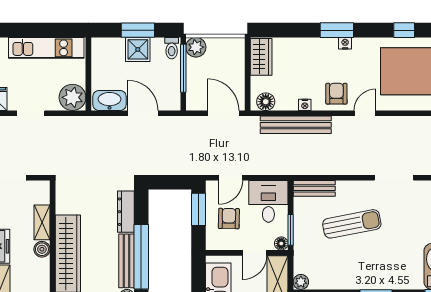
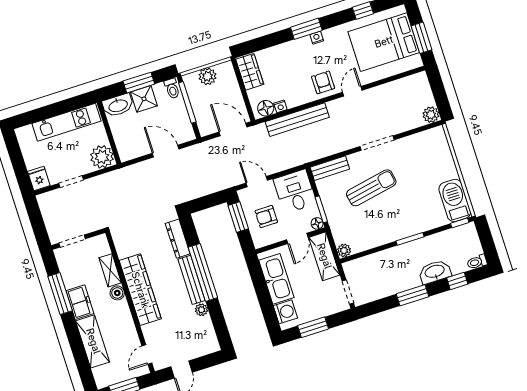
plant: (196, 47) -> (208, 76), moved
washbasin: (109, 101) -> (118, 105), moved, turned 180
nightstand: (305, 105) -> (280, 106), moved
door: (231, 178) -> (257, 182), swing flipped
doorway: (394, 178) -> (377, 143), moved
armchair: (229, 219) -> (266, 217), turned -91

